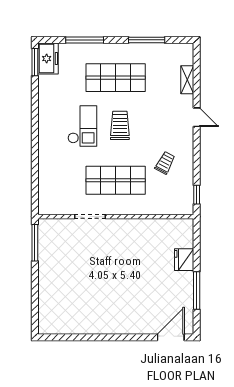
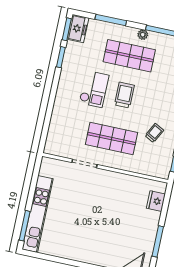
plant: (126, 49) -> (143, 35), added
window: (35, 97) -> (61, 57), added
window: (35, 243) -> (25, 226), moved
fridge: (184, 260) -> (156, 201), moved
kitchen unit: (47, 288) -> (38, 214), added

